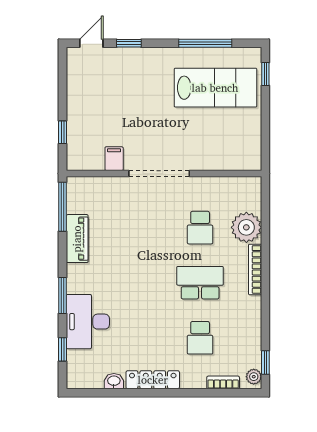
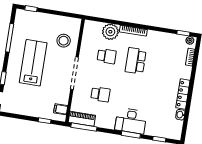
lab bench: (215, 88) -> (33, 63), moved
stool: (216, 144) -> (64, 41), added
filing cabinet: (114, 159) -> (61, 109), moved
piano: (77, 239) -> (82, 119), moved
desk: (88, 322) -> (131, 121), moved
school desk: (200, 338) -> (100, 94), moved

